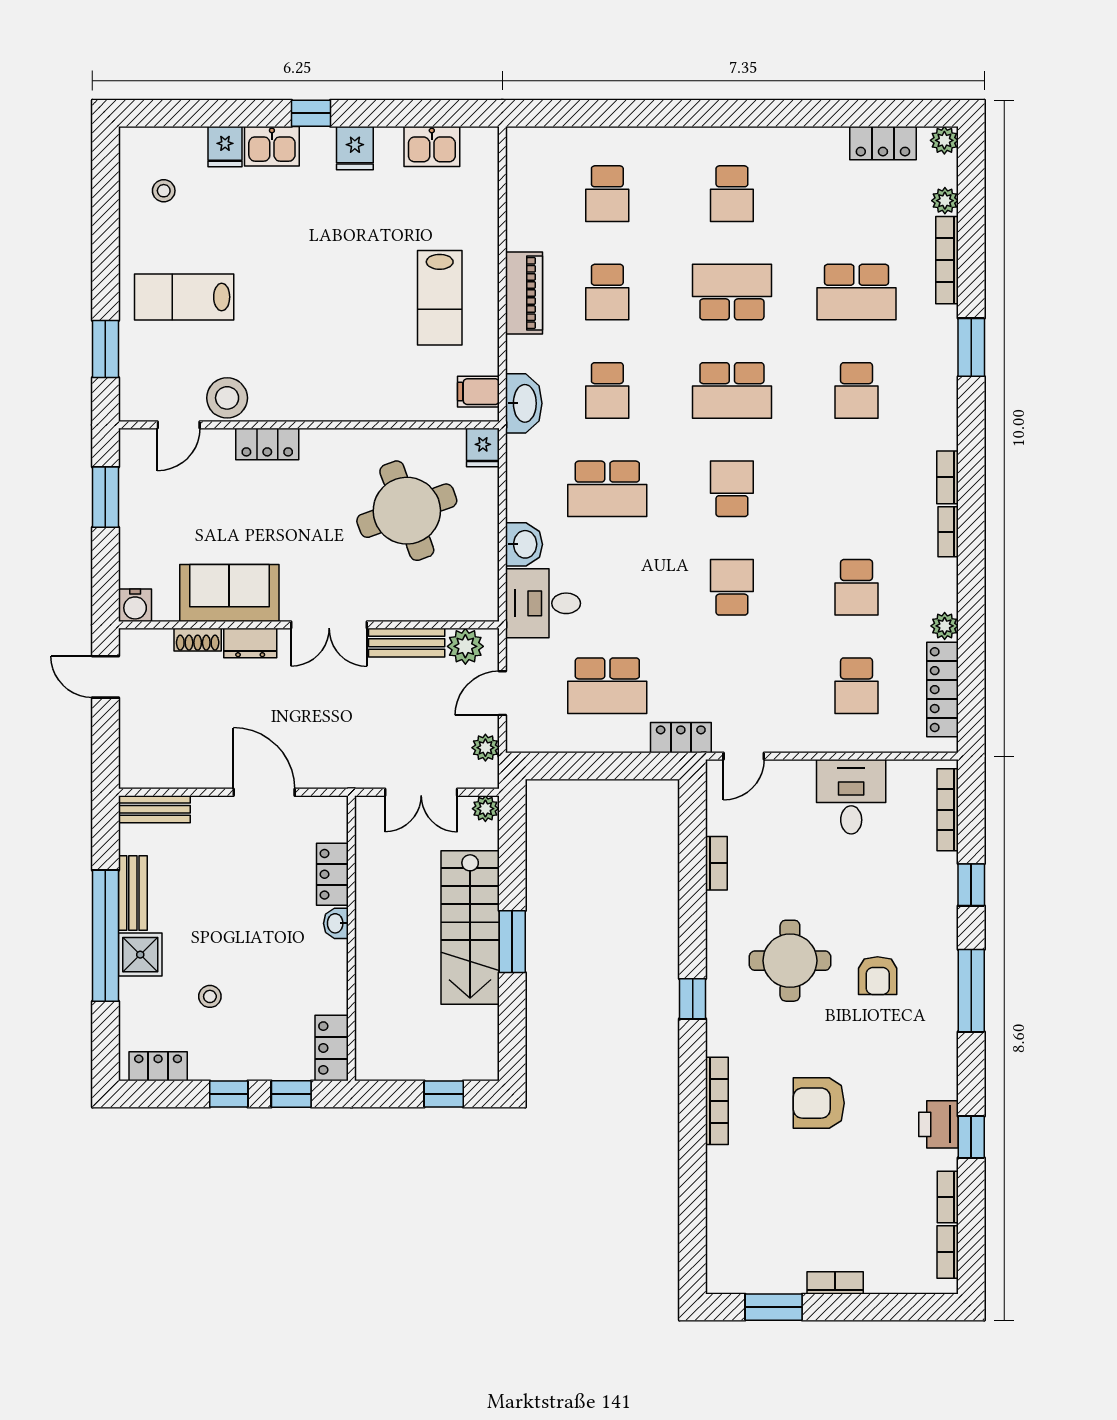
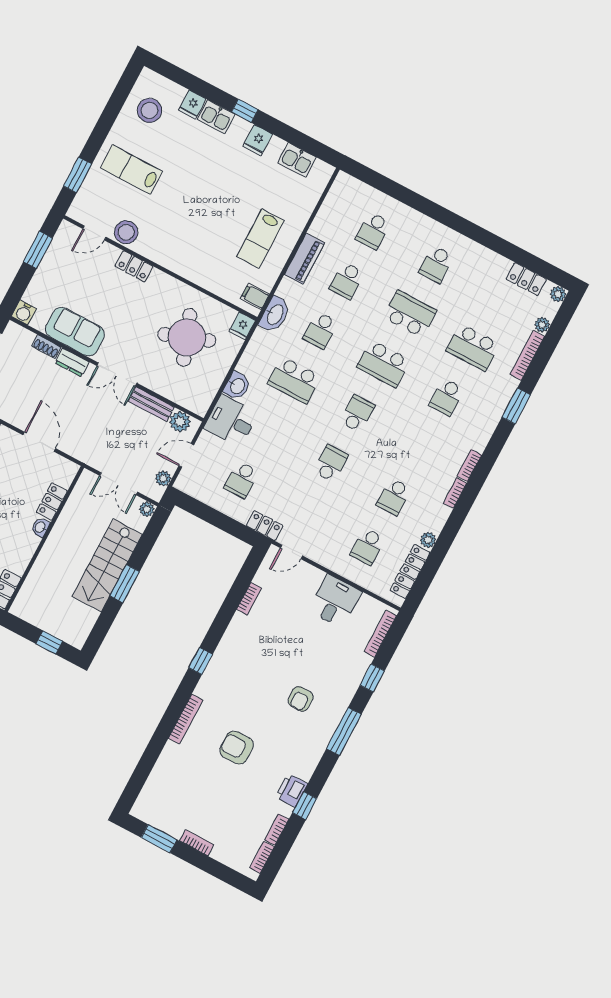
stool: (164, 191) -> (150, 110), width x1.89, depth x1.89
school desk: (607, 686) -> (241, 480), width x0.54
round table: (790, 961) -> (260, 668), removed

